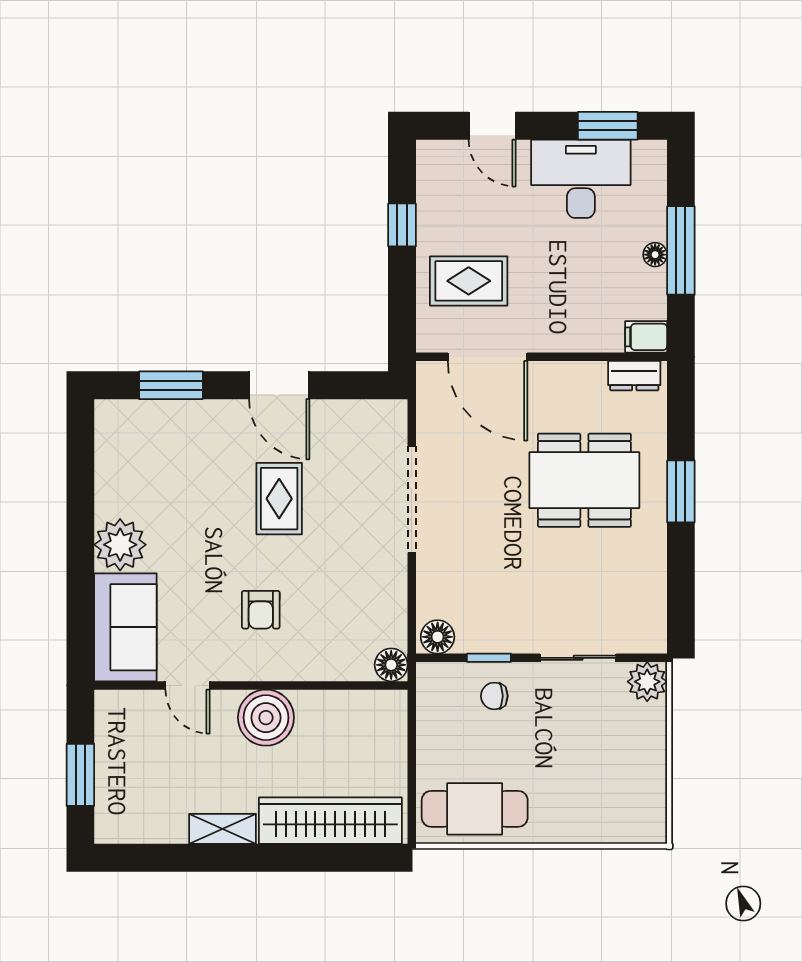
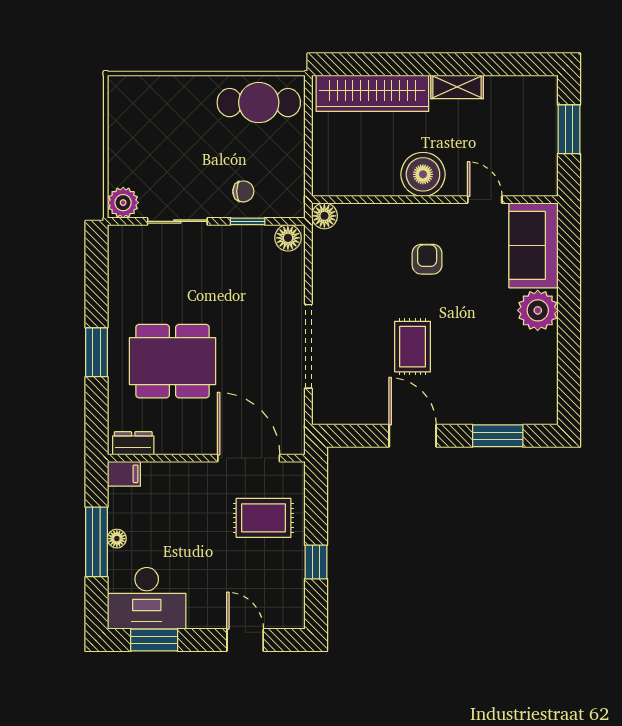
desk: (581, 179) -> (147, 598), moved

